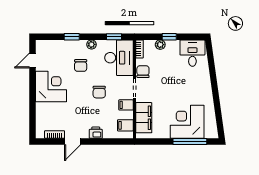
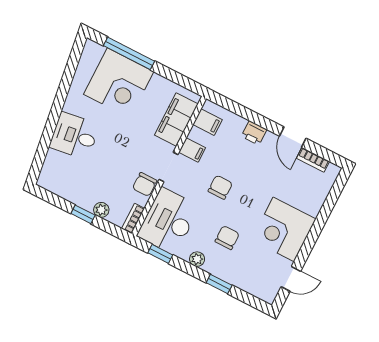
desk: (192, 53) -> (74, 136), moved, turned 82
door: (73, 141) -> (293, 137), swing flipped

